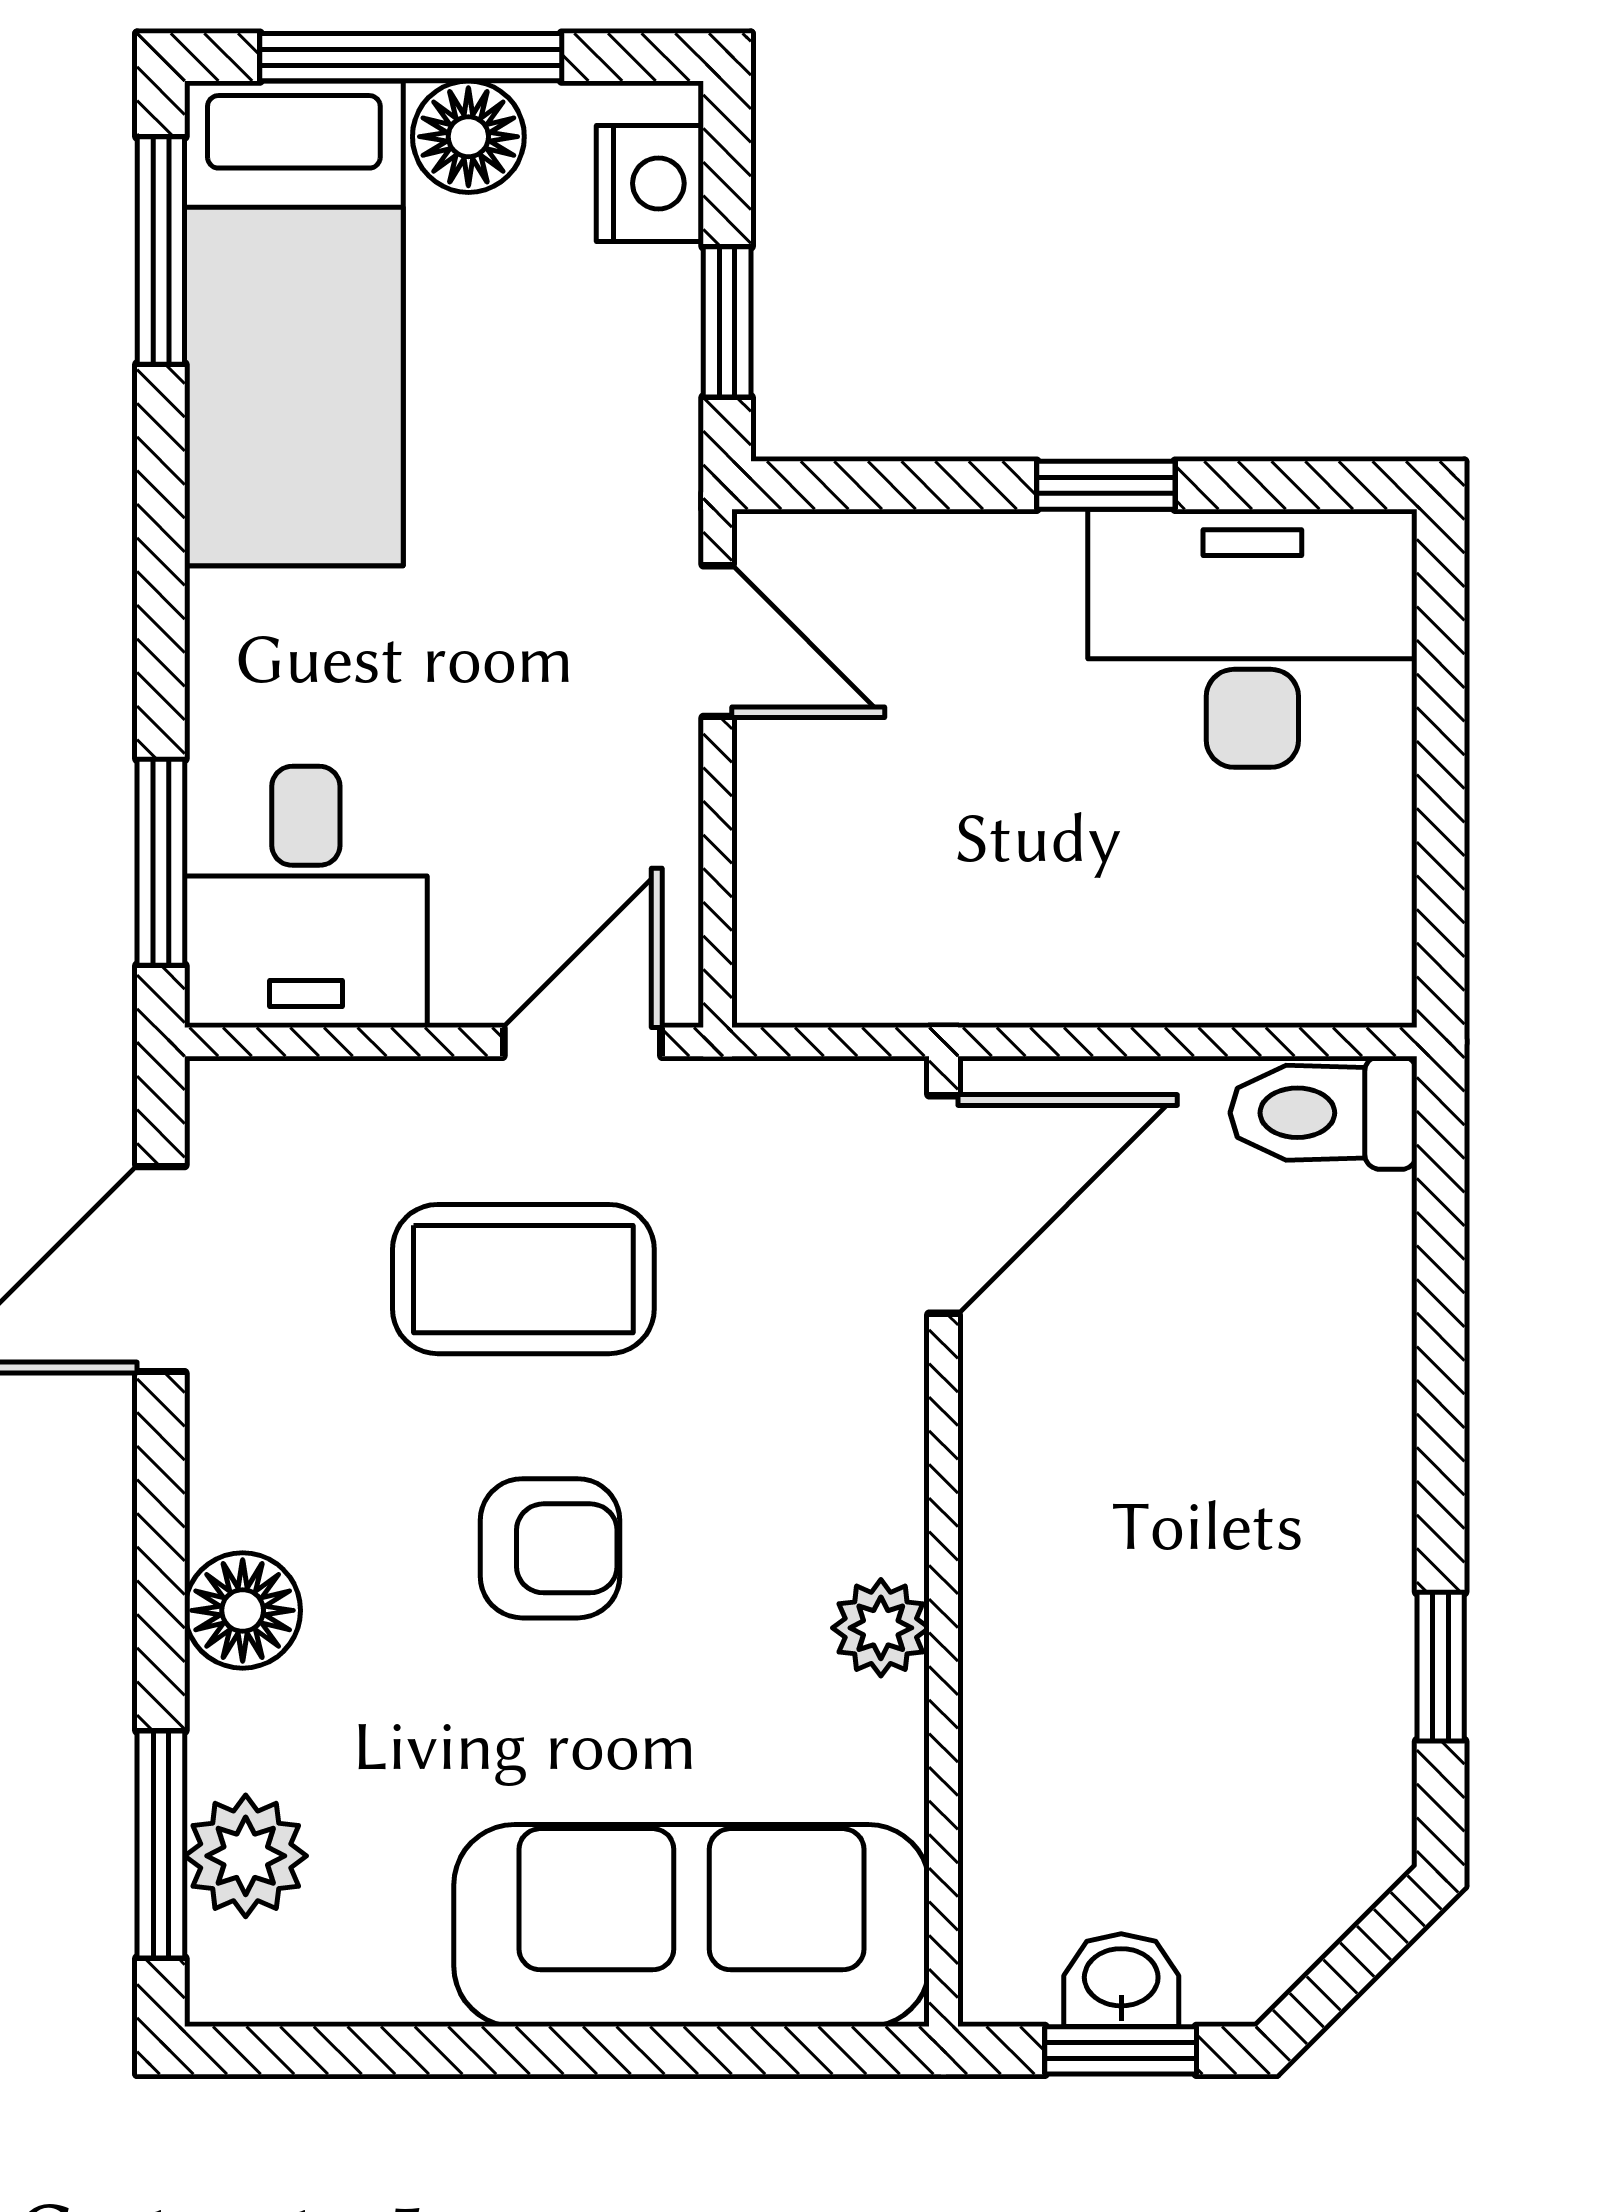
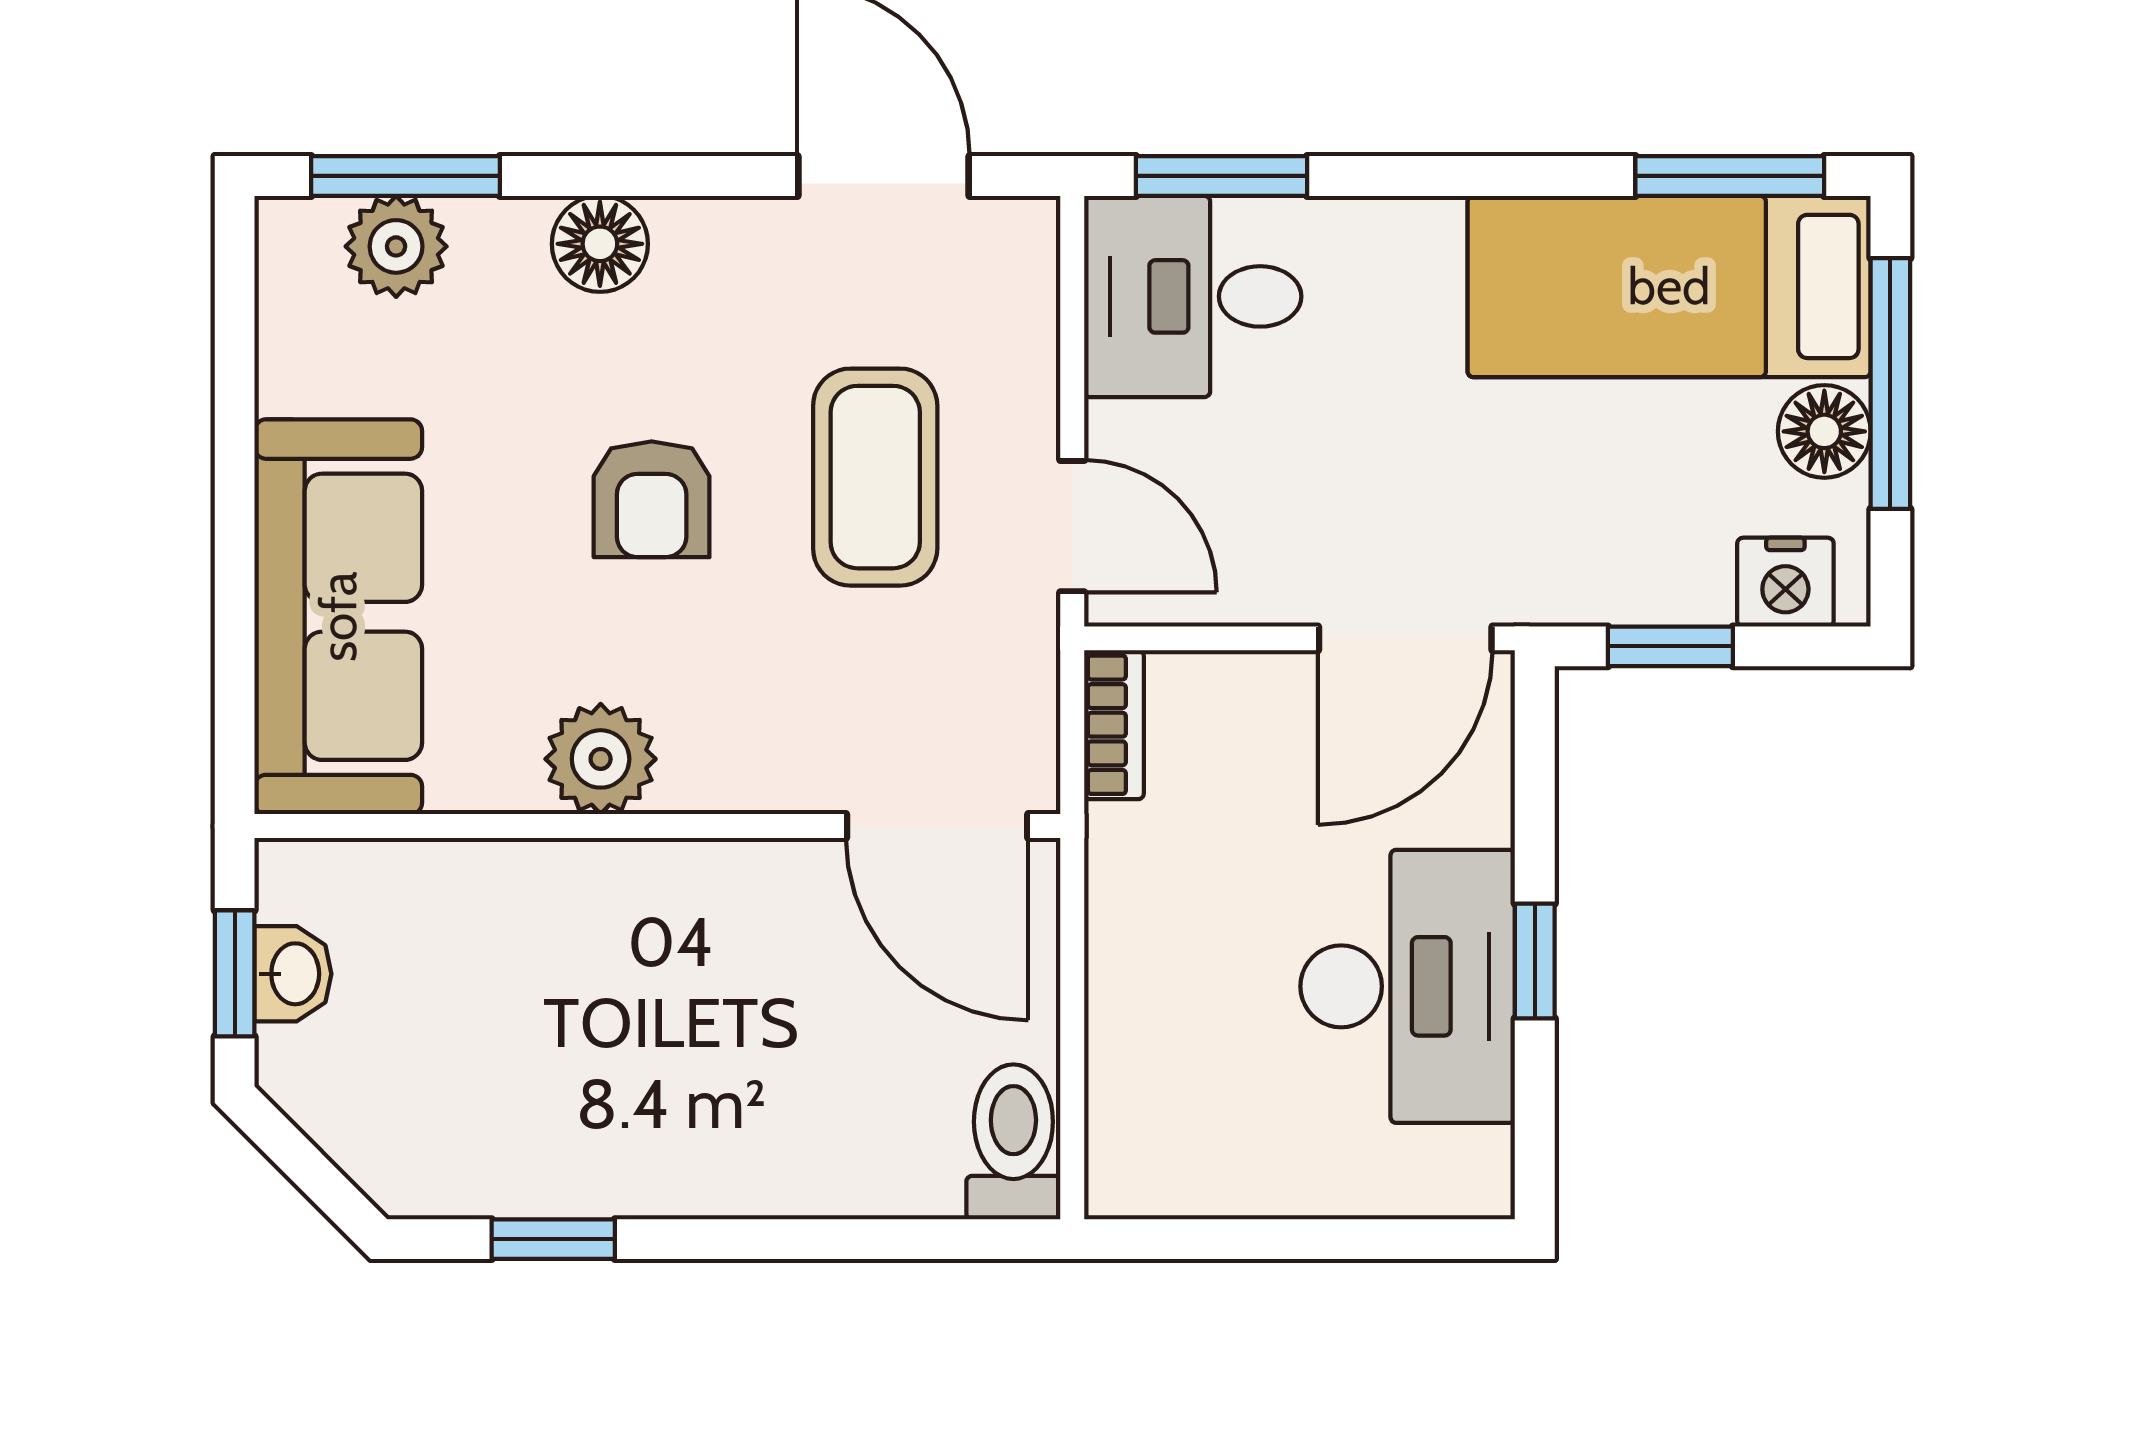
desk: (1252, 638) -> (1408, 986), moved
door: (718, 641) -> (1405, 638), width x1.38
bookcase: (821, 992) -> (1114, 725), added
plant: (881, 1628) -> (601, 759), width x1.38, depth x1.38

